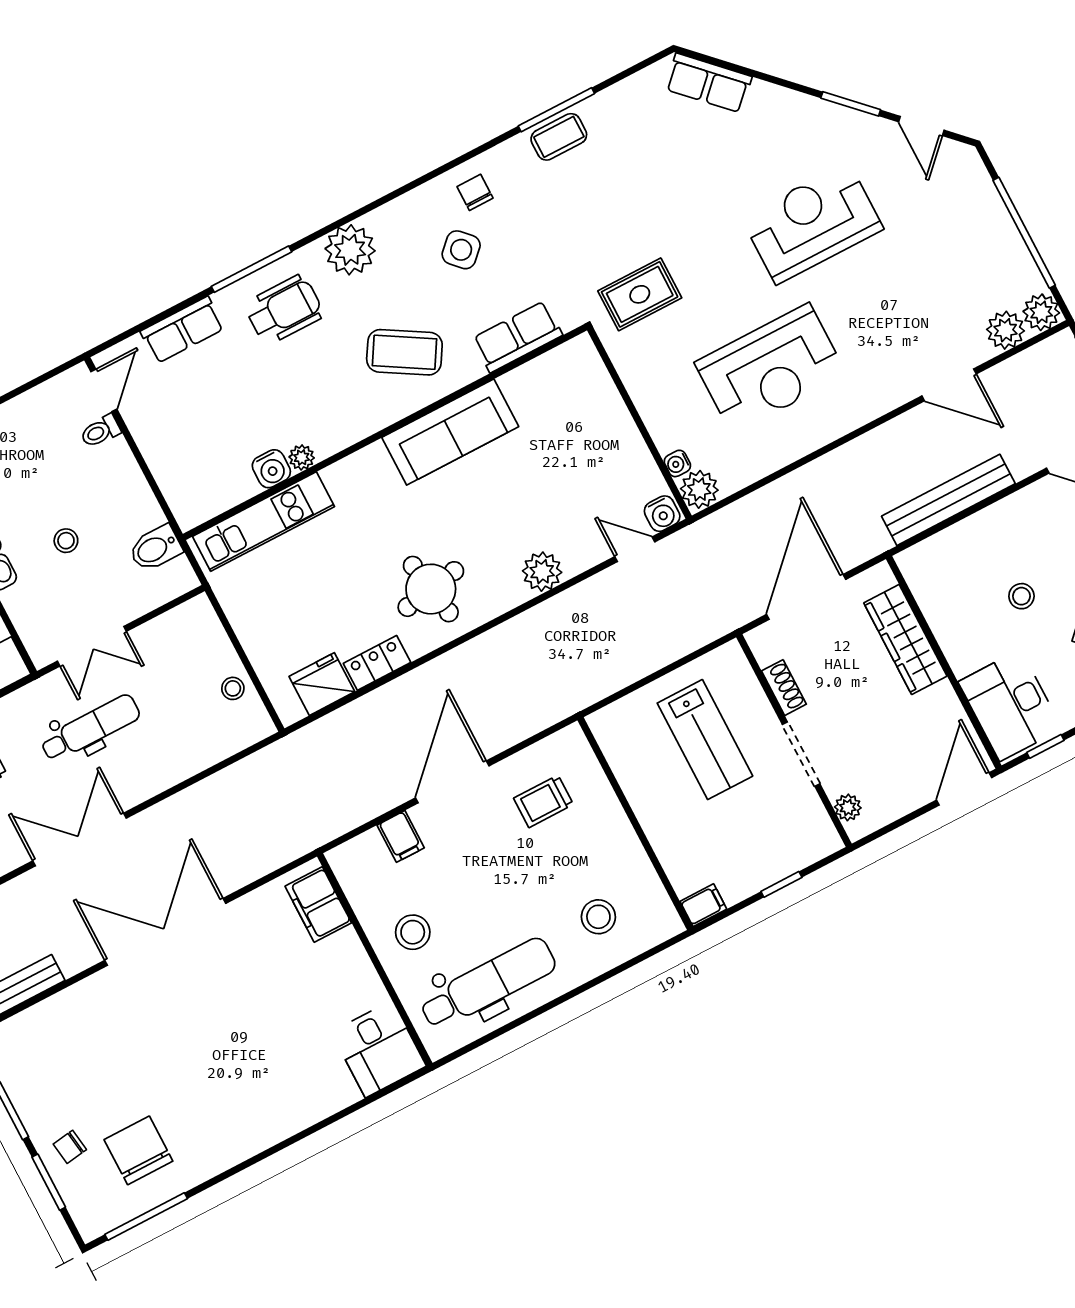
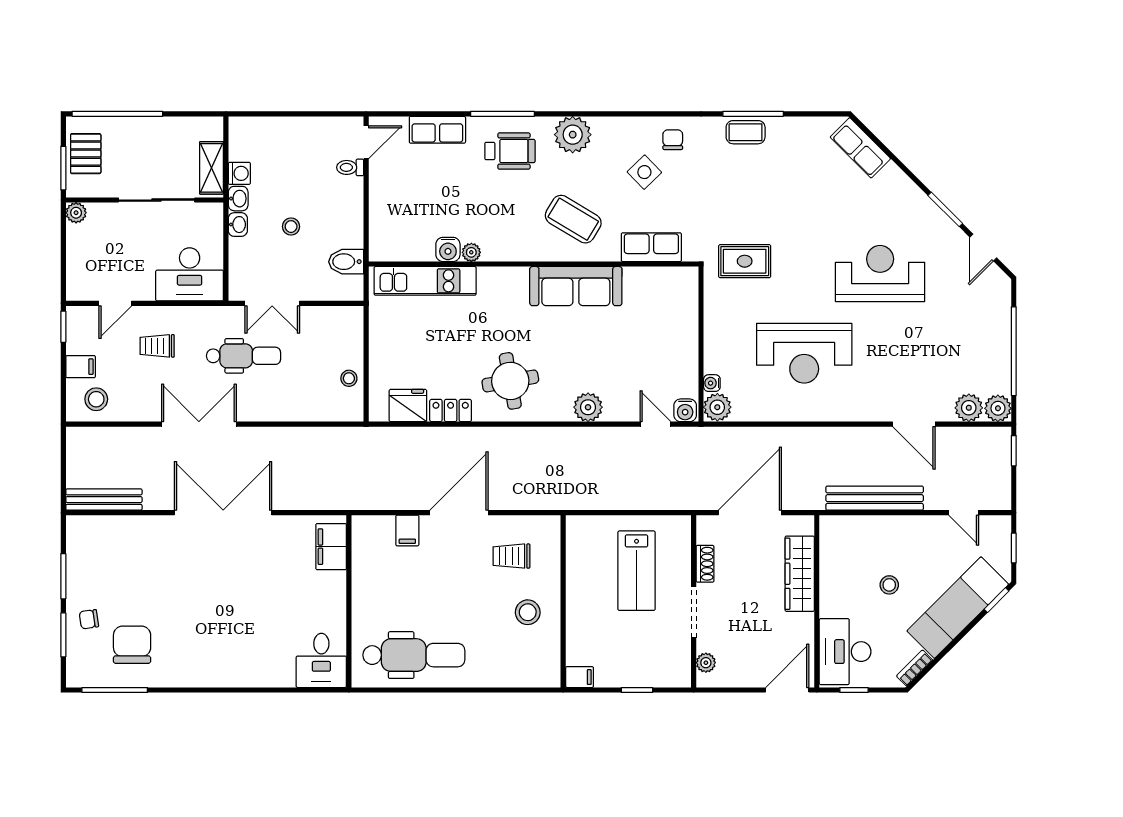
stool: (598, 917) -> (528, 612), moved
stool: (413, 932) -> (383, 596), removed

